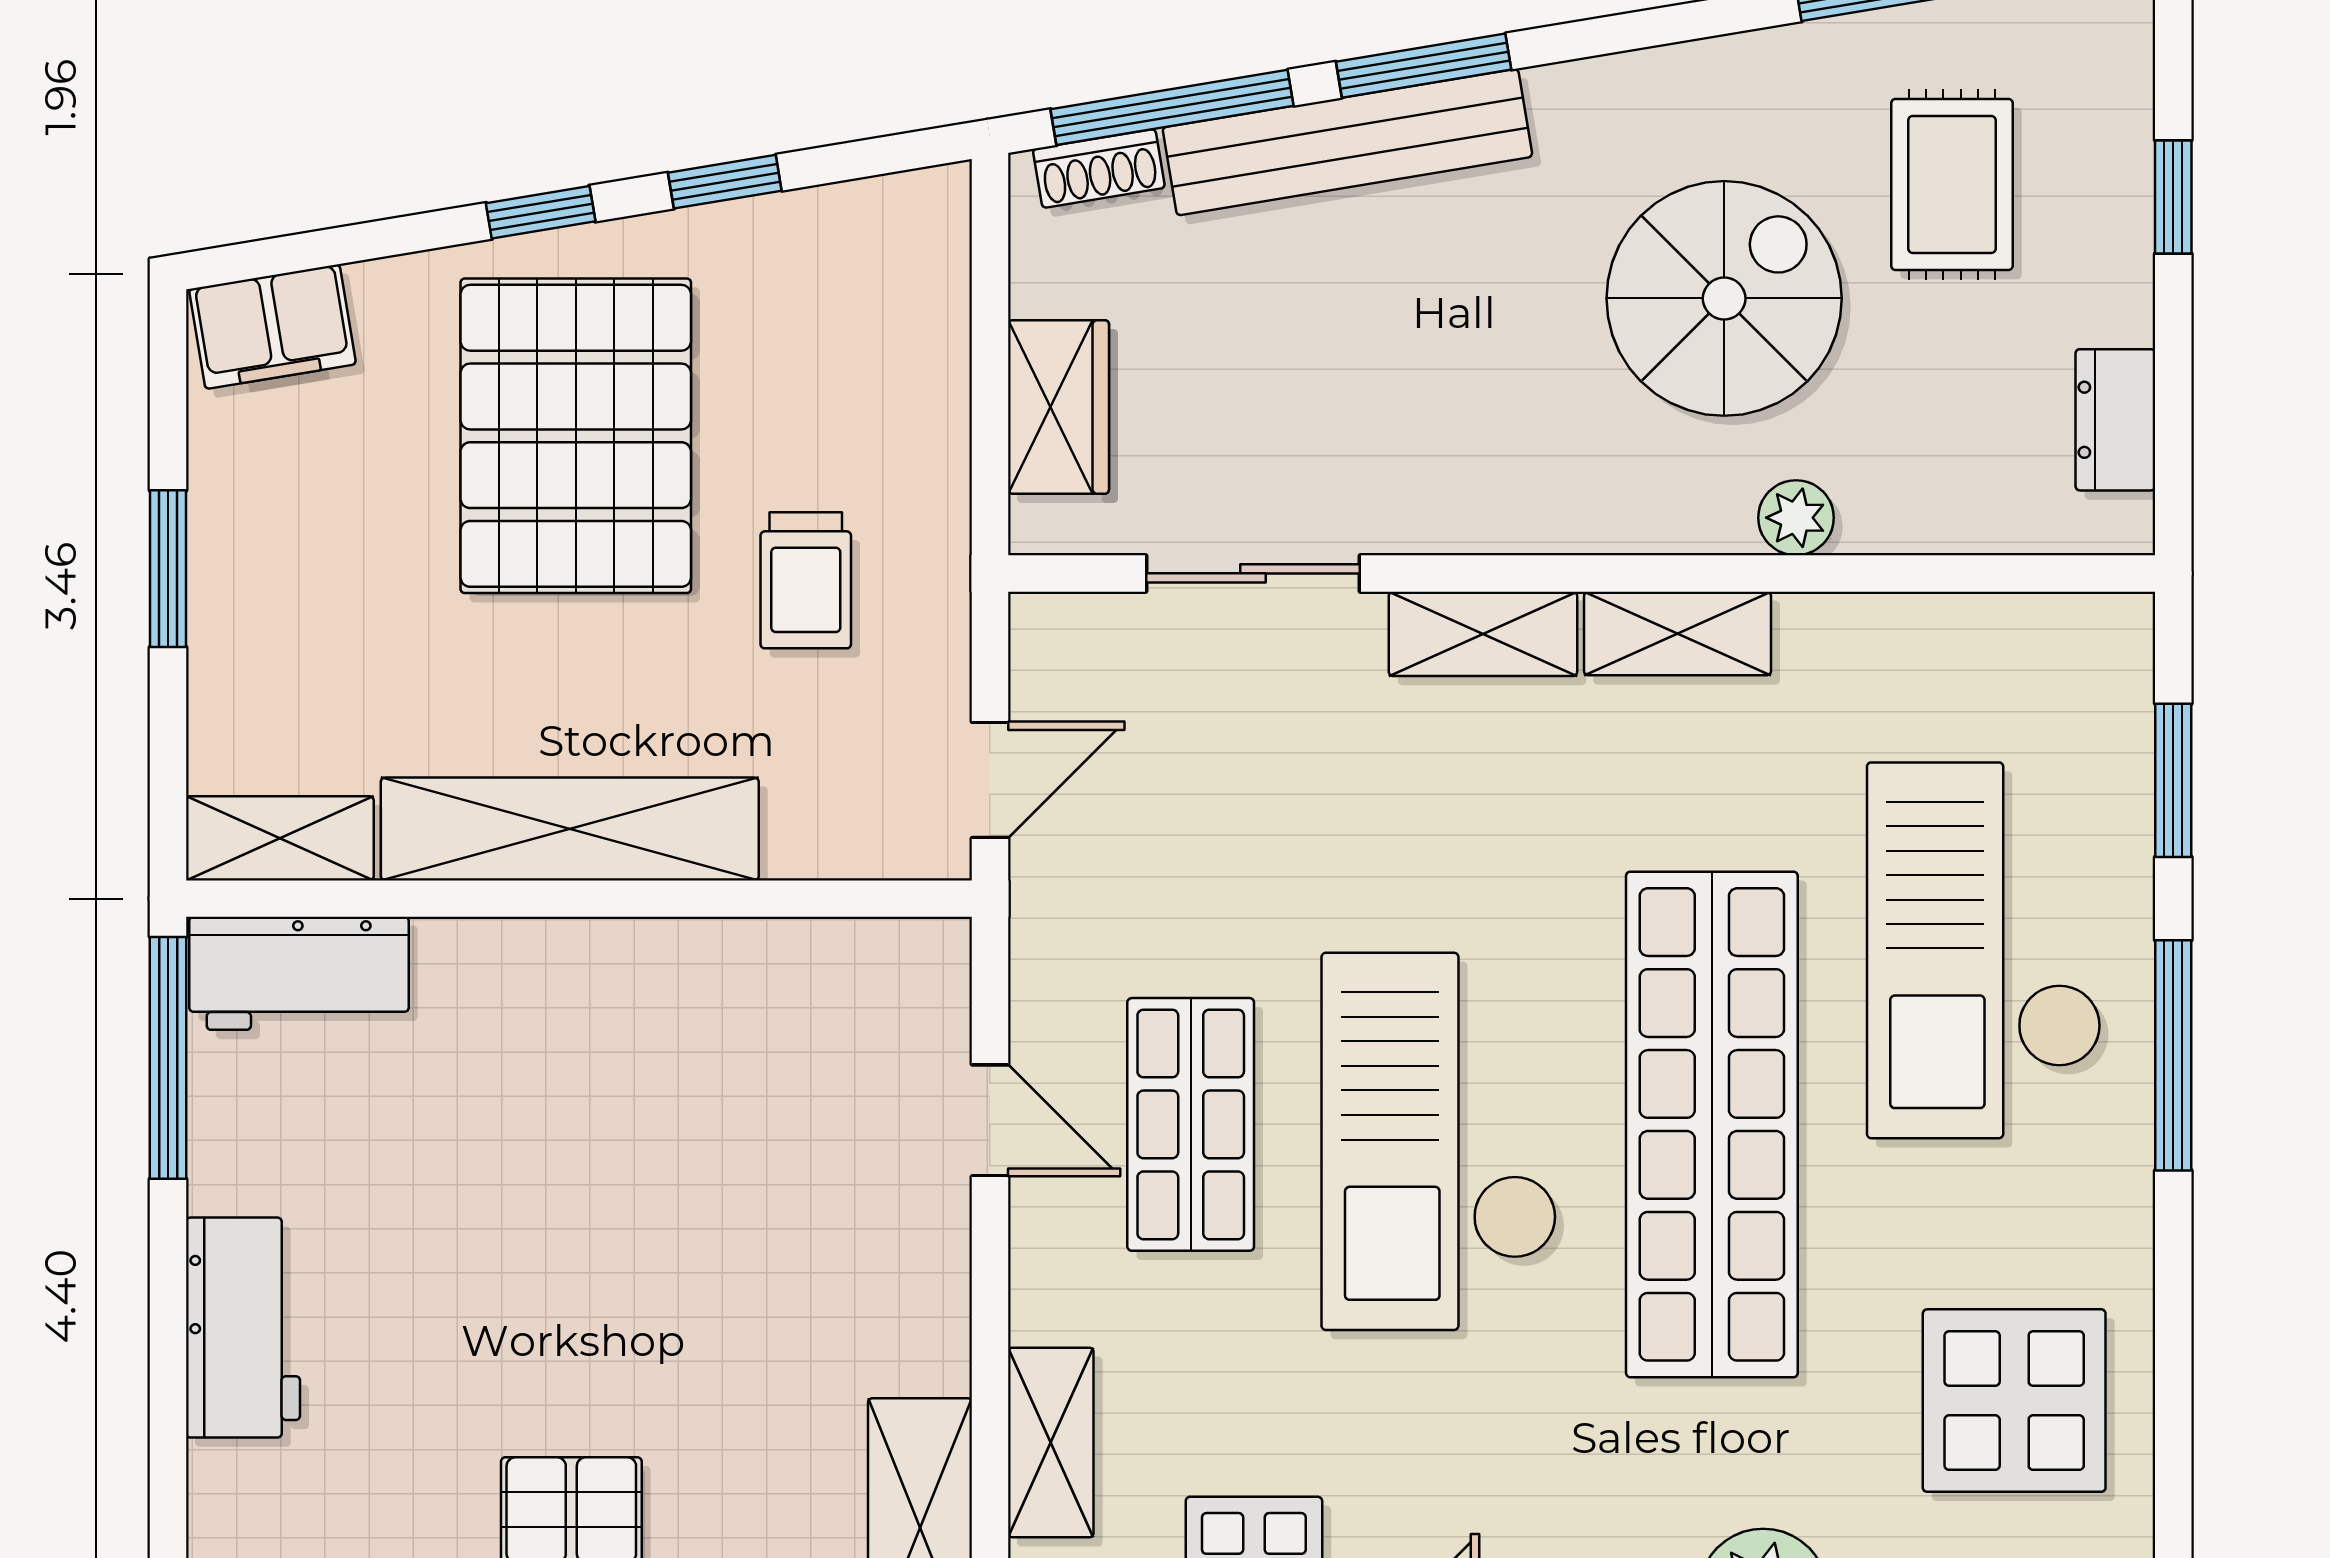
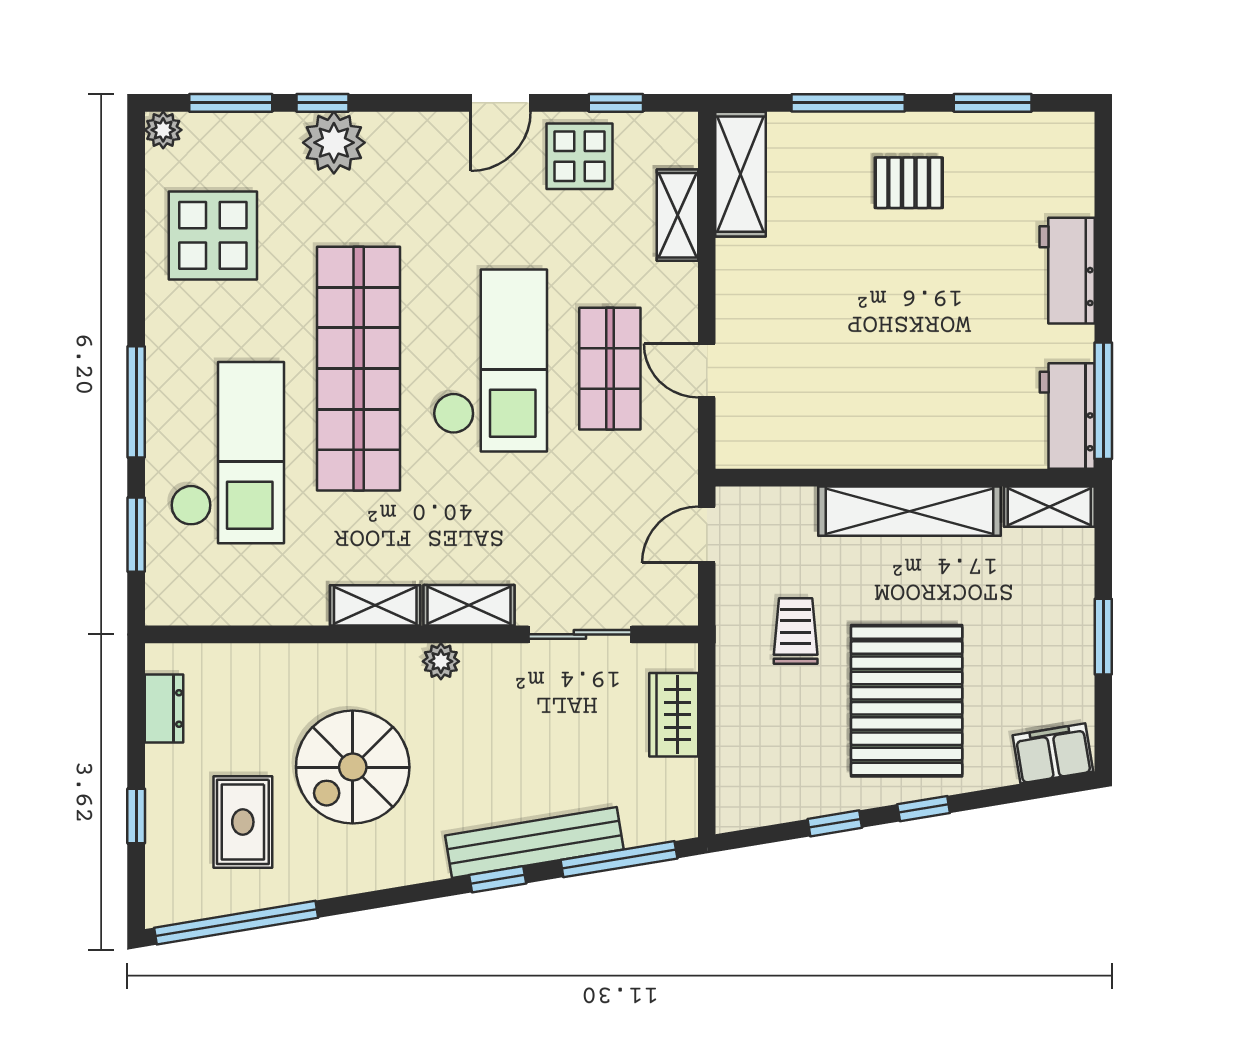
window: (1424, 66) -> (498, 879), width x0.67
shoe rack: (1099, 168) -> (654, 830), removed
plant: (1796, 518) -> (441, 661), moved
workbench: (299, 973) -> (1067, 416), moved, turned -90

